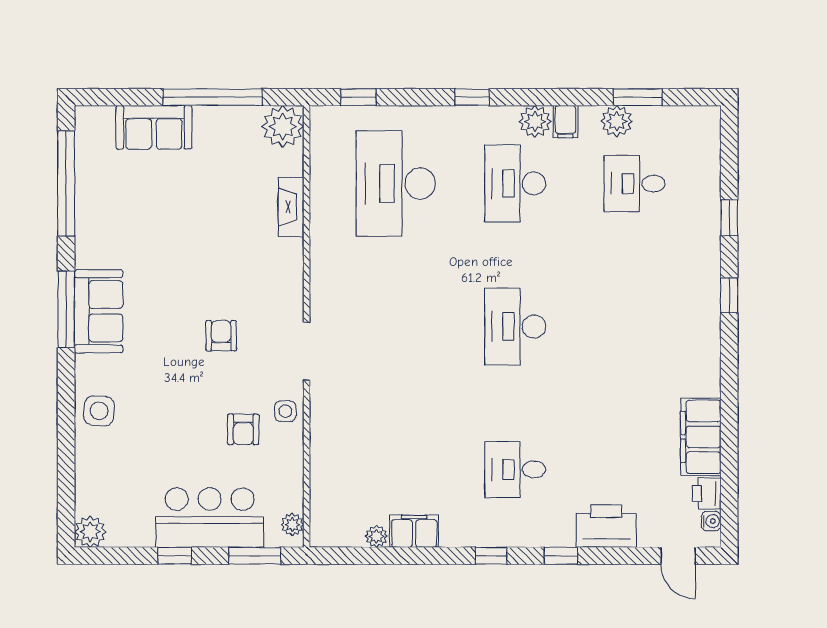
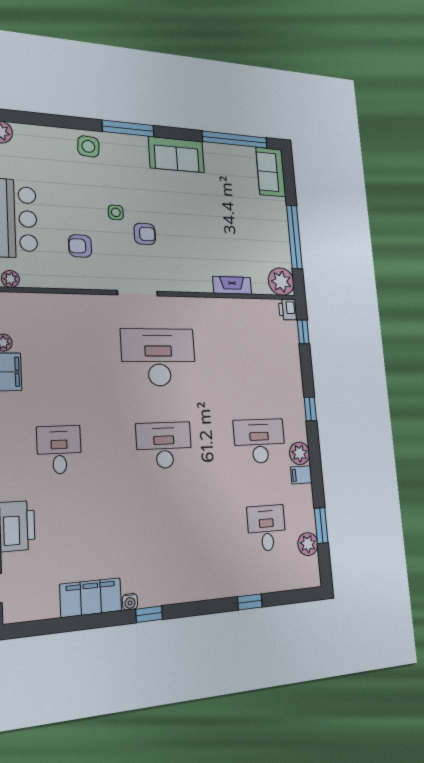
plant: (617, 121) -> (308, 544), moved
sofa: (154, 127) -> (271, 172), moved
desk: (396, 184) -> (159, 357), moved
window: (729, 295) -> (149, 614), moved
window: (66, 309) -> (128, 128), moved
sofa: (99, 311) -> (176, 154), moved
side table: (285, 411) -> (116, 212), moved
printer: (707, 494) -> (288, 309), moved, turned -90
water cooler: (711, 521) -> (130, 602), moved

